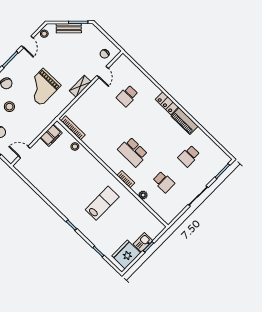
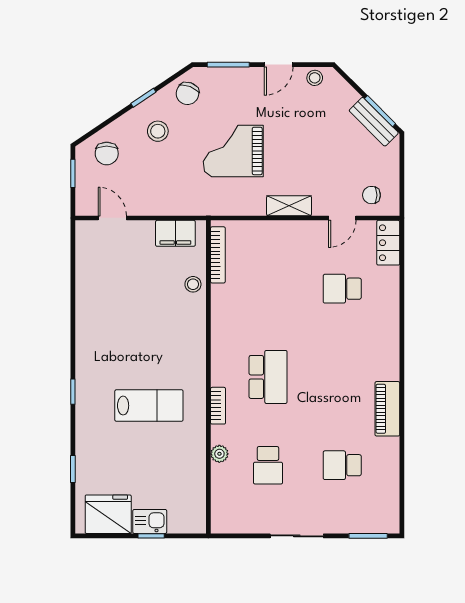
bench: (69, 28) -> (374, 122), moved
locker: (167, 103) -> (388, 243), moved
school desk: (133, 152) -> (268, 377), turned 180

